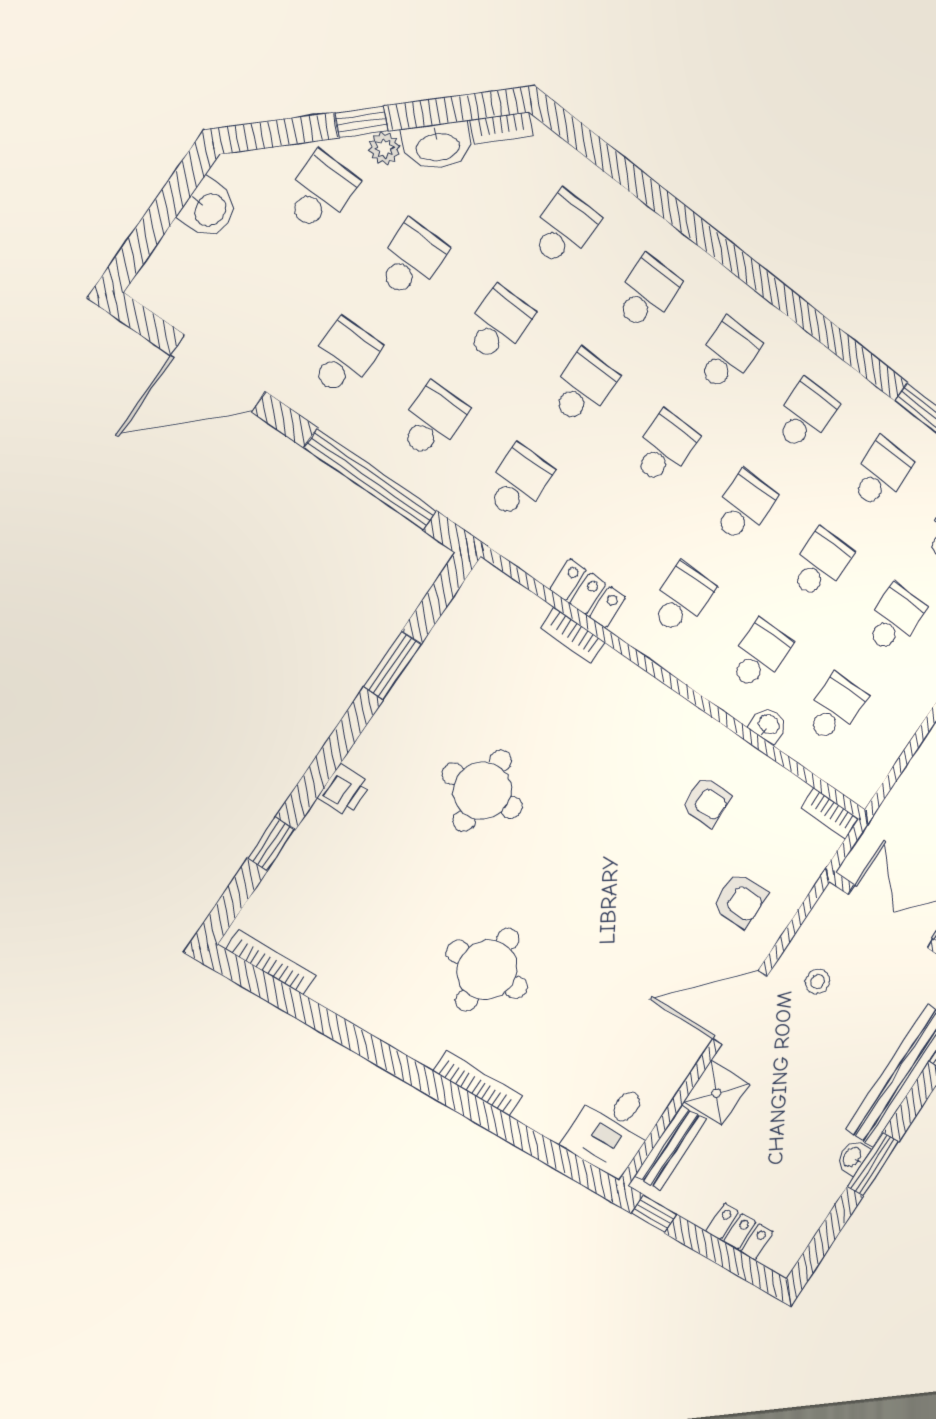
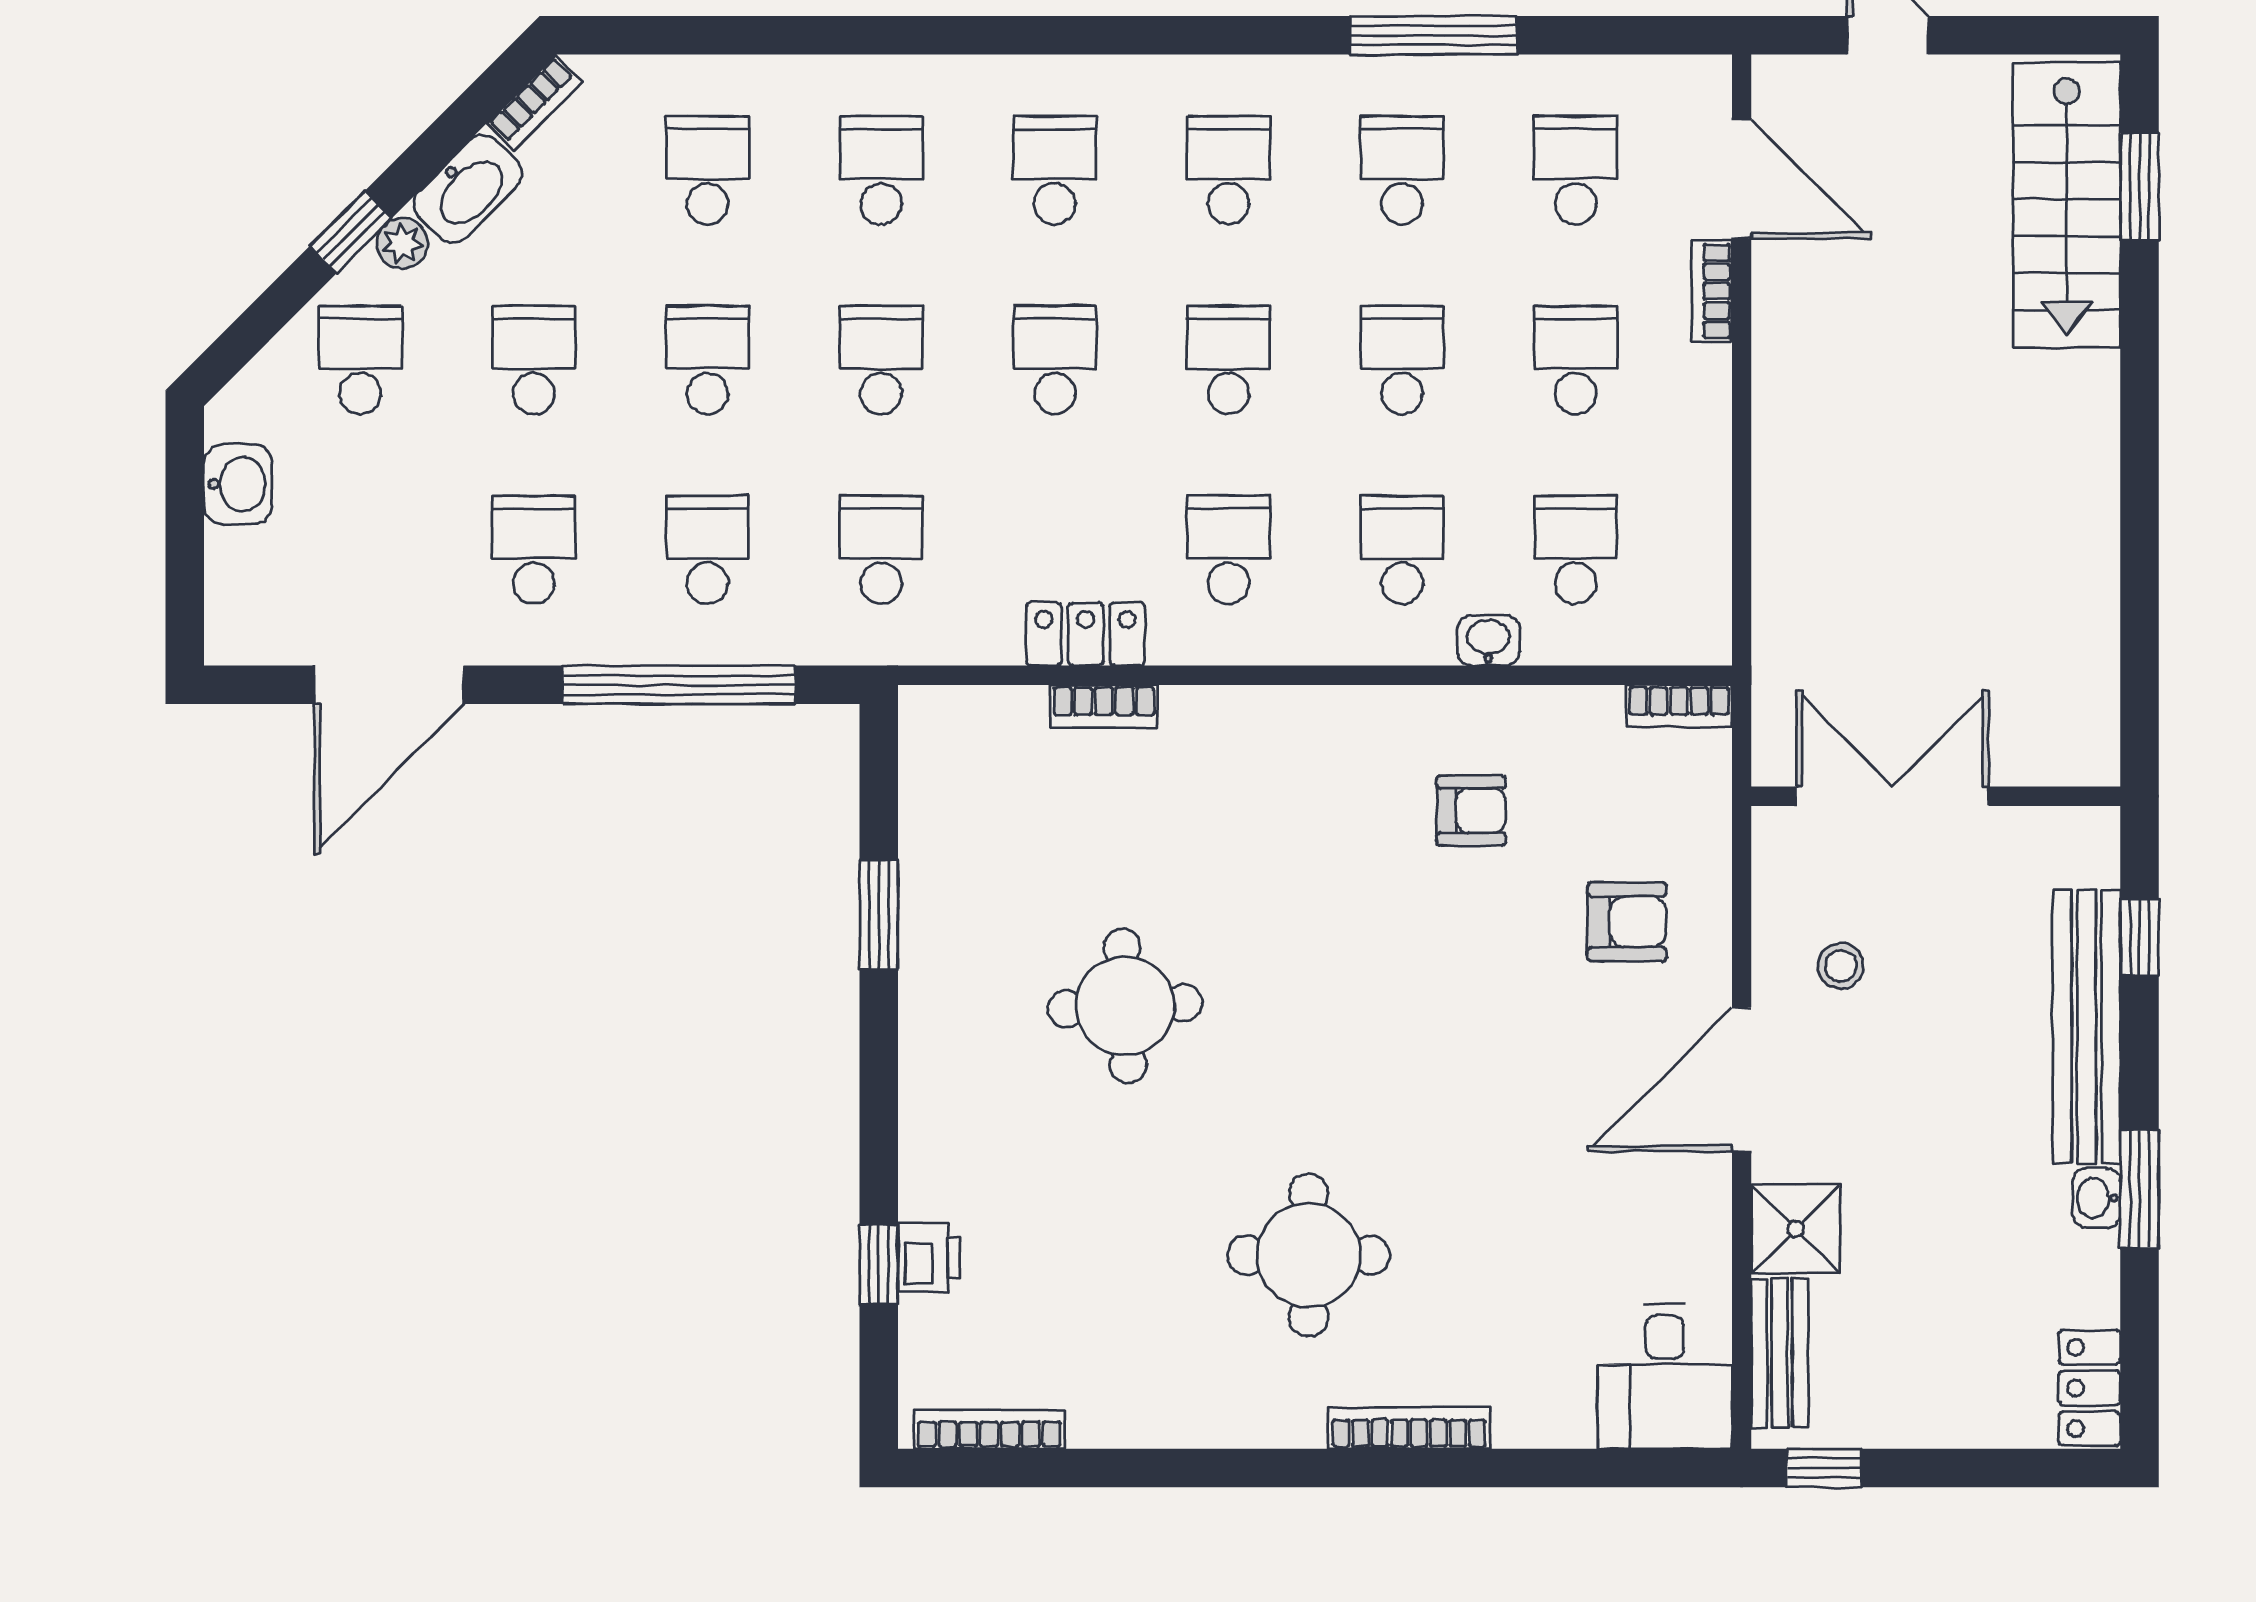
printer: (344, 790) -> (929, 1257), moved
locker: (740, 1232) -> (2090, 1388), moved, turned -90

